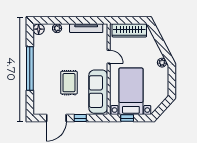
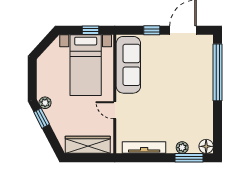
window: (52, 20) -> (189, 158), added
window: (165, 51) -> (42, 118), added
window: (30, 68) -> (218, 72), moved
rug: (69, 83) -> (167, 76), removed

